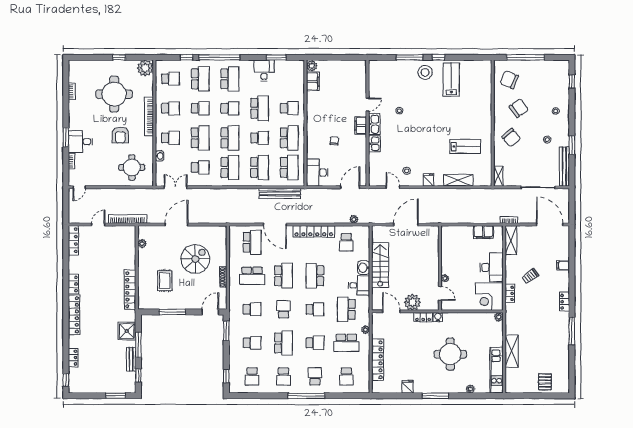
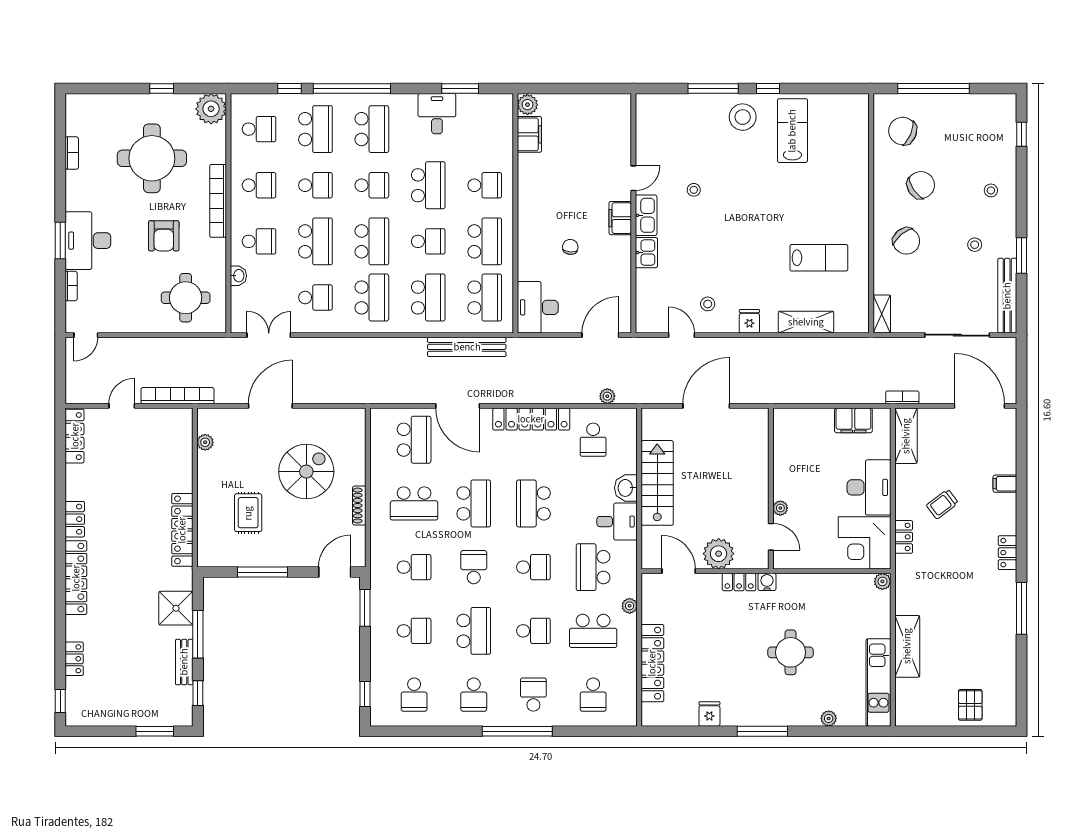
desk: (80, 142) -> (88, 241), width x1.37
round table: (450, 354) -> (791, 652), width x0.73, depth x0.73

